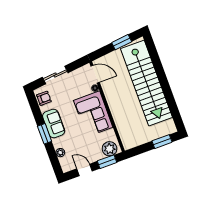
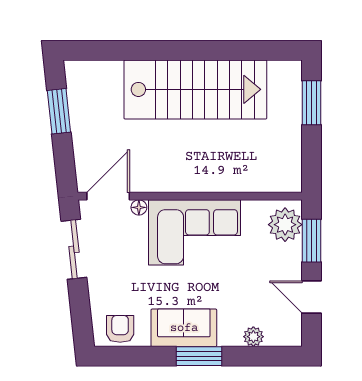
sliding door: (55, 75) -> (74, 249), moved
stairs: (147, 83) -> (195, 89), width x0.73
door: (85, 170) -> (311, 297), hinge flipped

